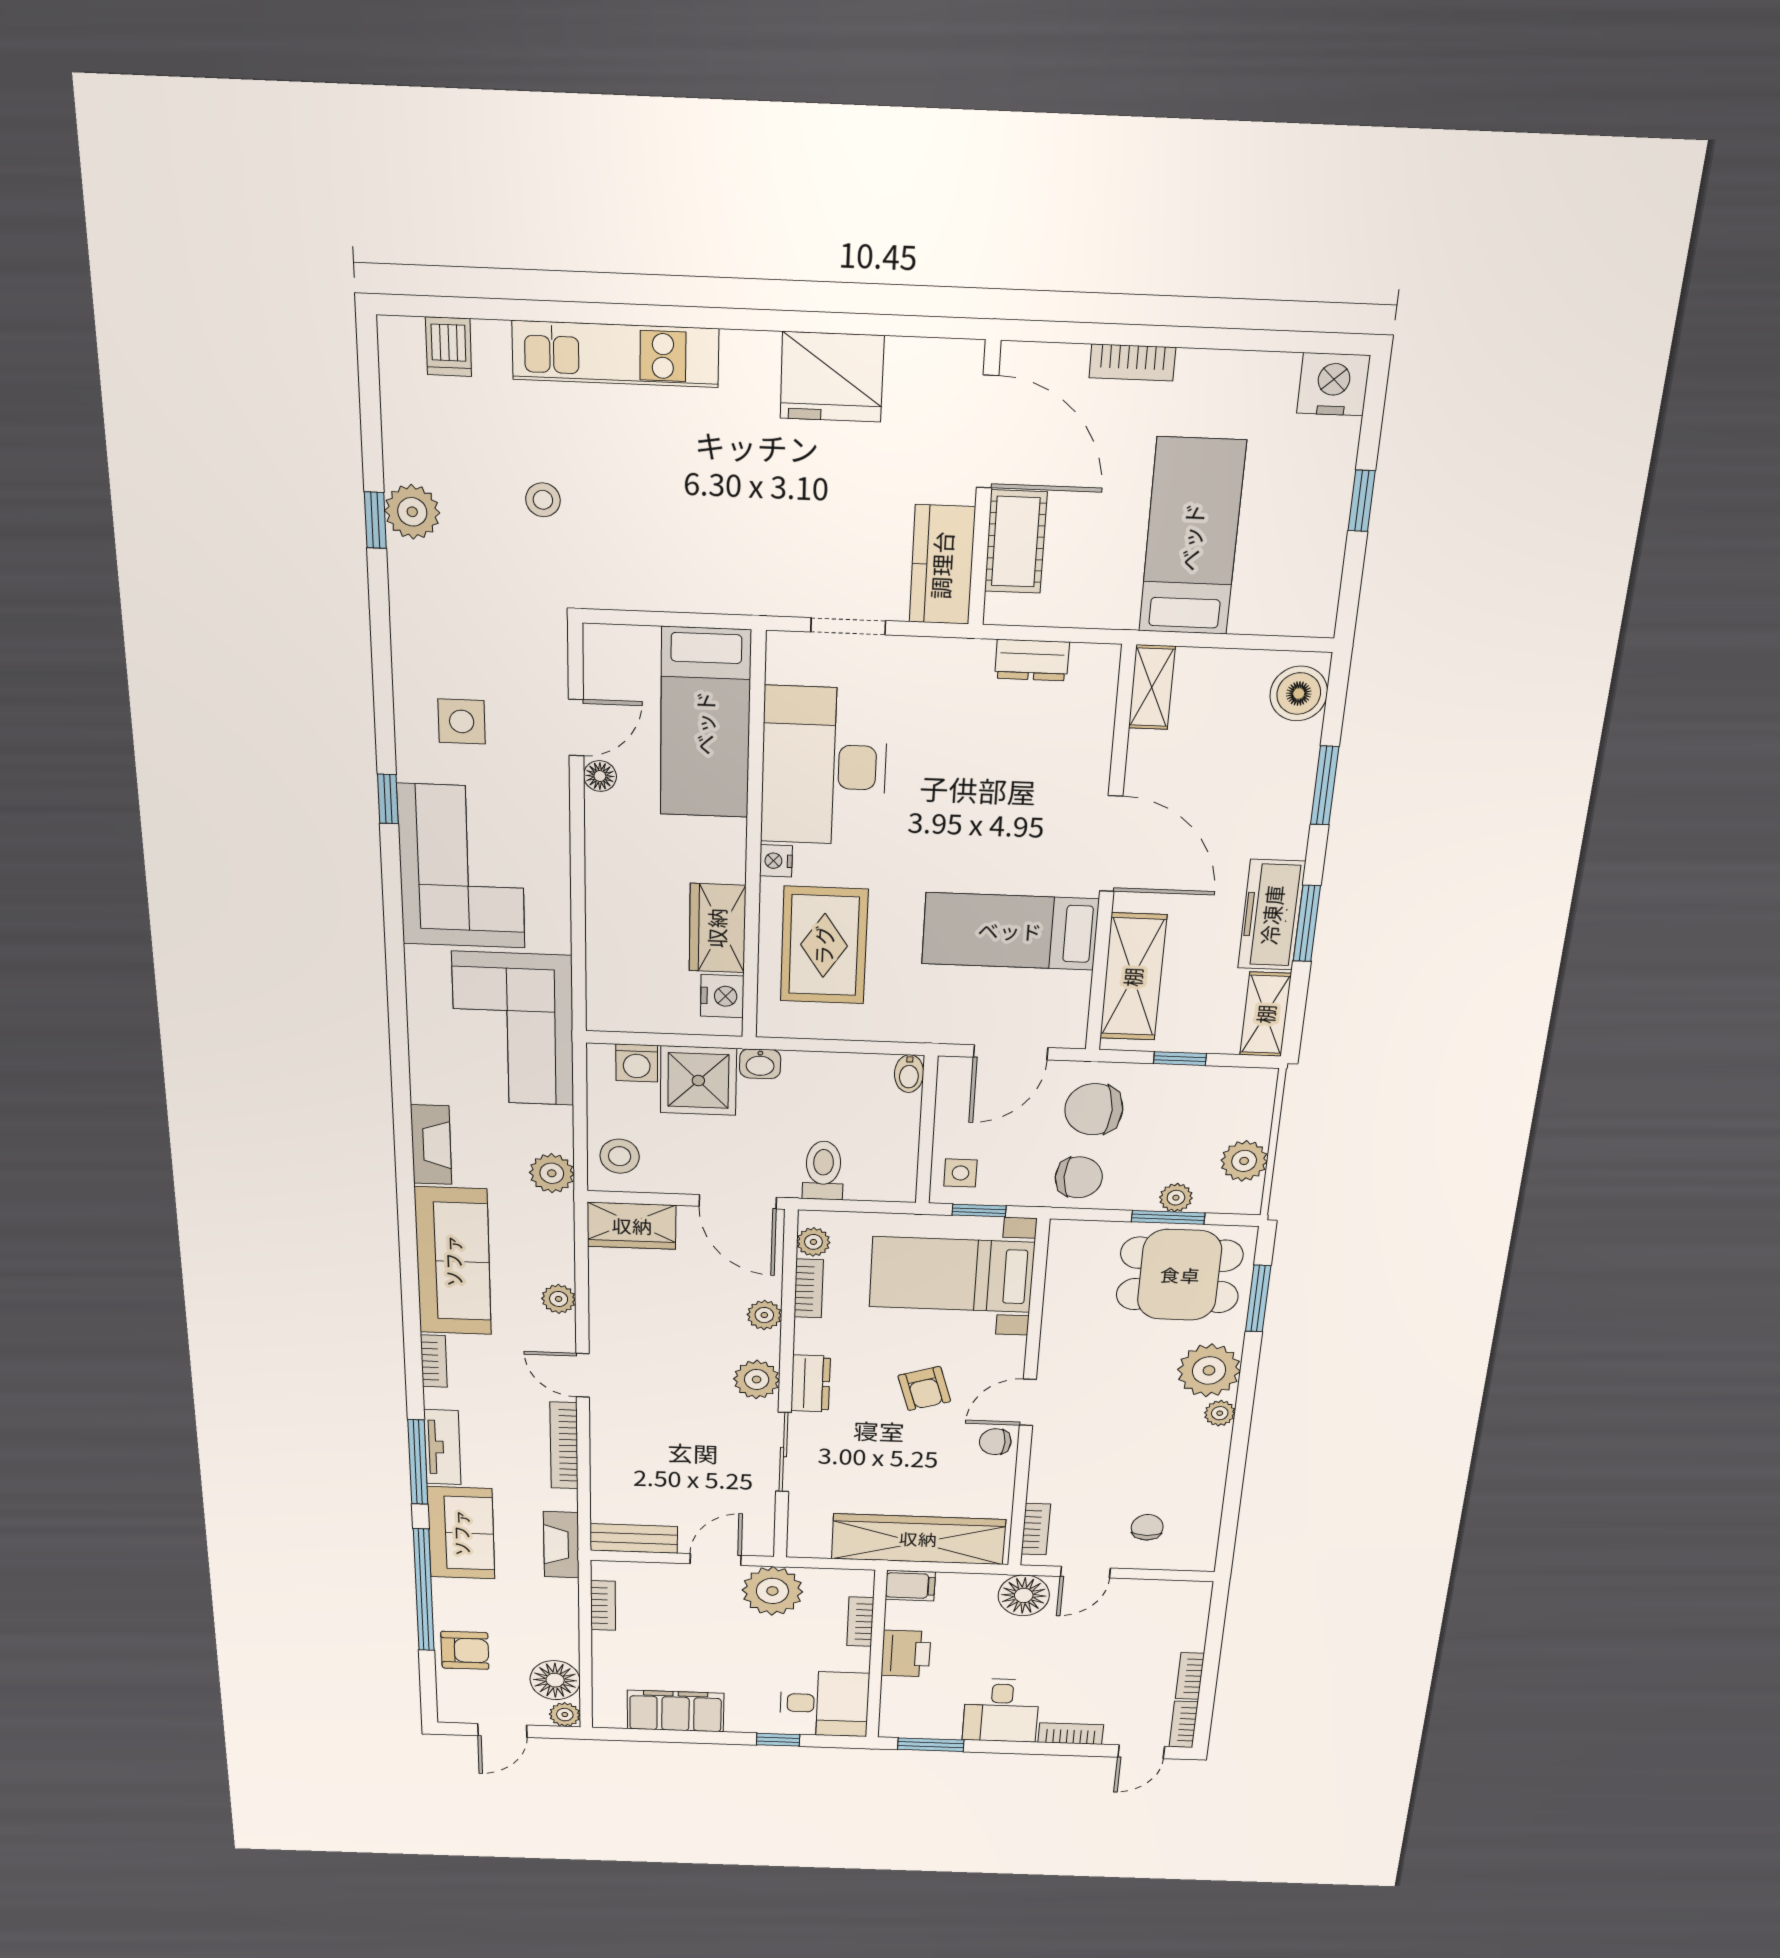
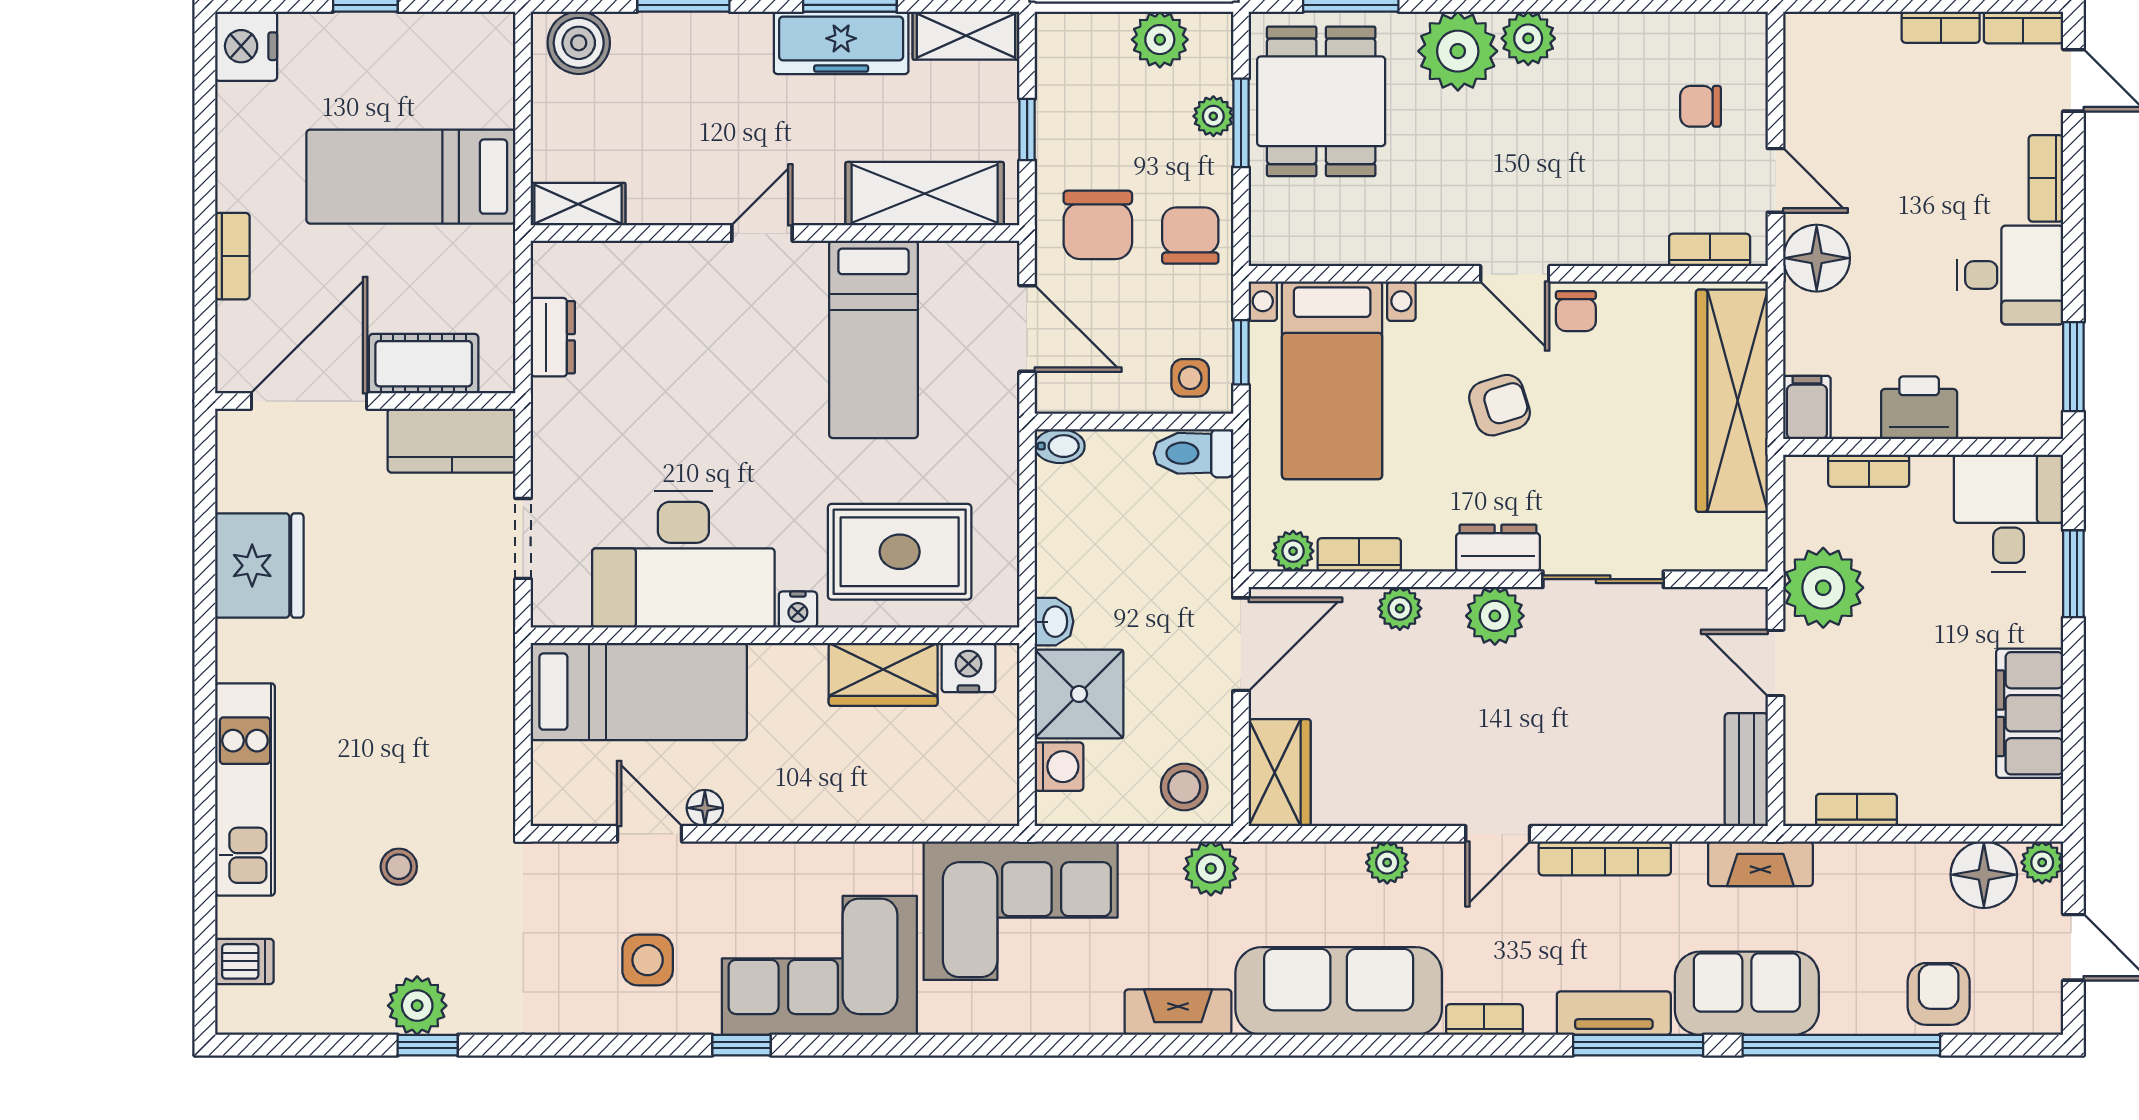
door: (1111, 844) -> (762, 233), width x0.53
toilet: (823, 1170) -> (1193, 453), moved
plant: (1220, 1413) -> (1528, 38), width x1.38, depth x1.38
window: (778, 1740) -> (2073, 574), width x1.50

